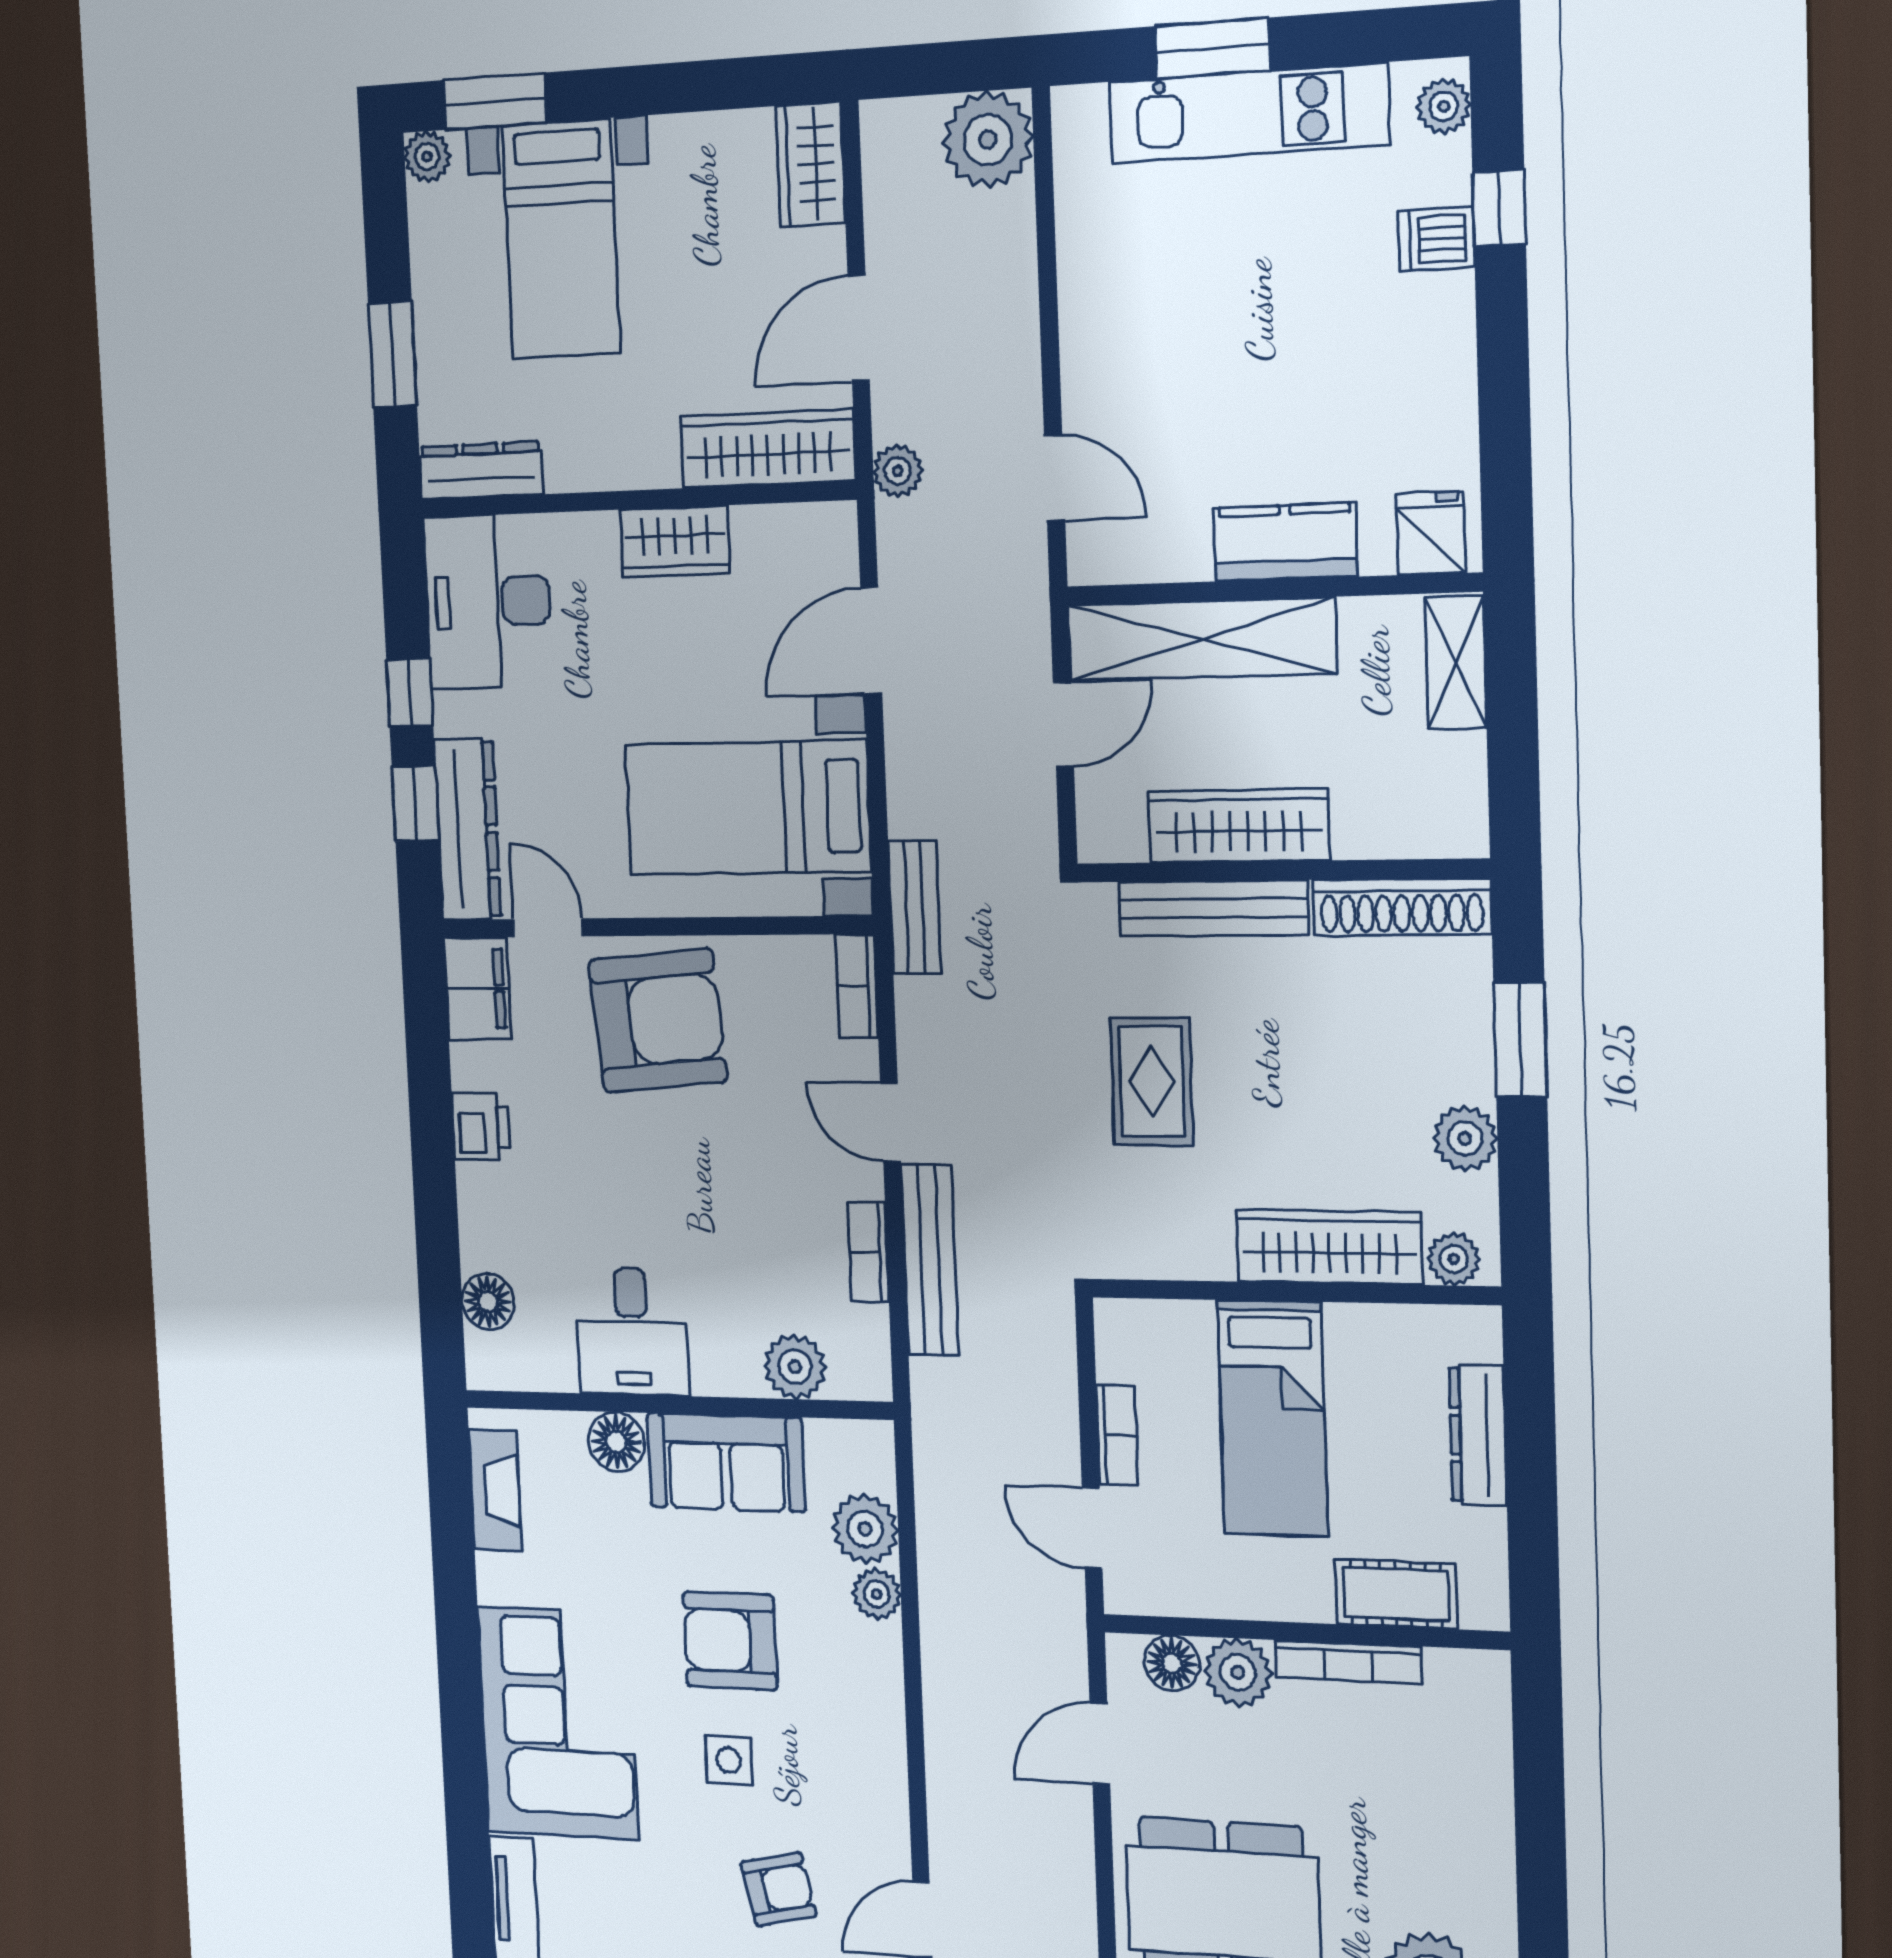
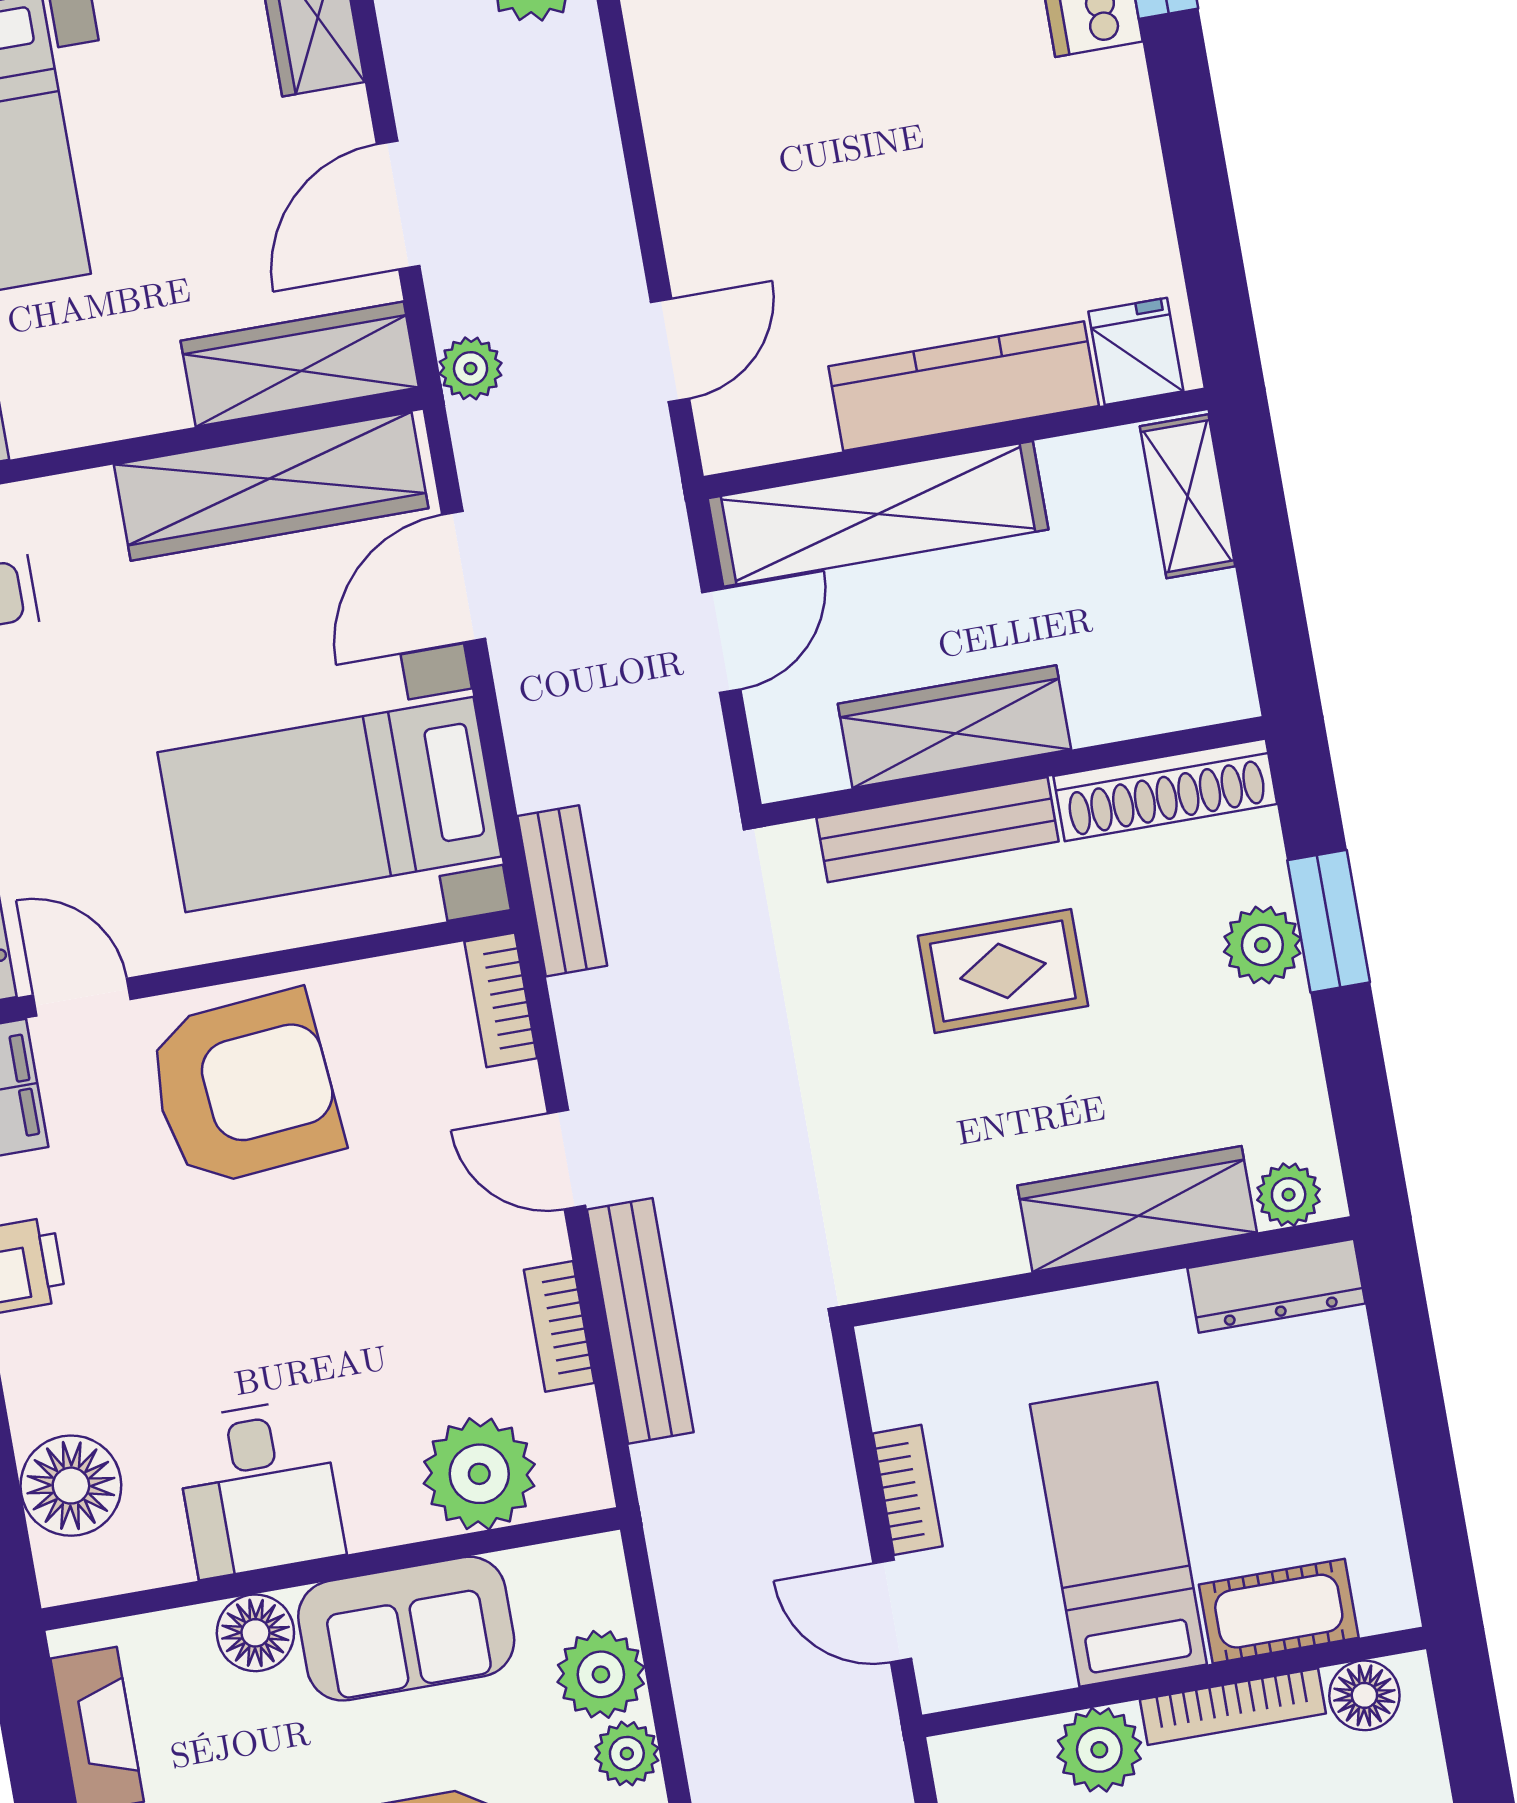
door: (1055, 478) -> (670, 350), hinge flipped
wardrobe: (675, 541) -> (271, 486), width x2.10, depth x1.17
kitchen counter: (1285, 542) -> (964, 386), width x1.50
rug: (1152, 1082) -> (1003, 971), moved, turned 90
plant: (1465, 1139) -> (1262, 945), moved
floor lamp: (488, 1302) -> (71, 1486), width x1.38, depth x1.38
plant: (795, 1367) -> (479, 1474), width x1.36, depth x1.36
bed: (1273, 1418) -> (1118, 1534), moved, turned 180
dresser: (1478, 1435) -> (1276, 1286), moved, turned -90
floor lamp: (1172, 1663) -> (1364, 1695), moved

